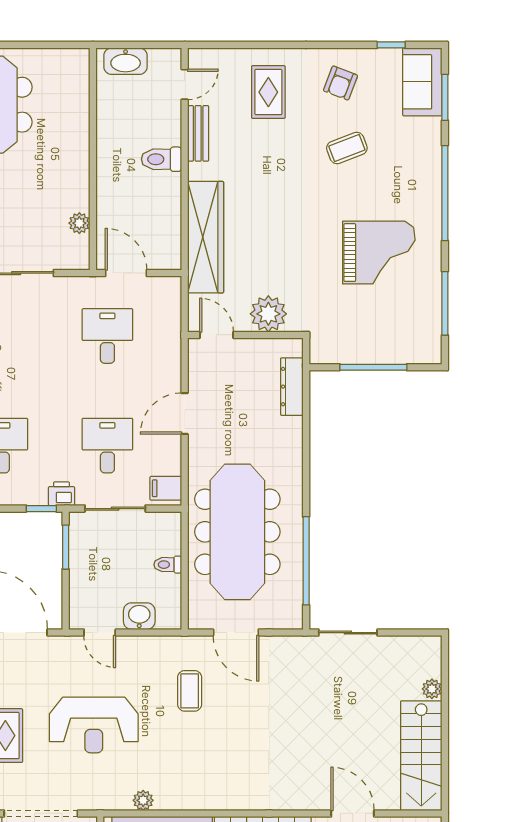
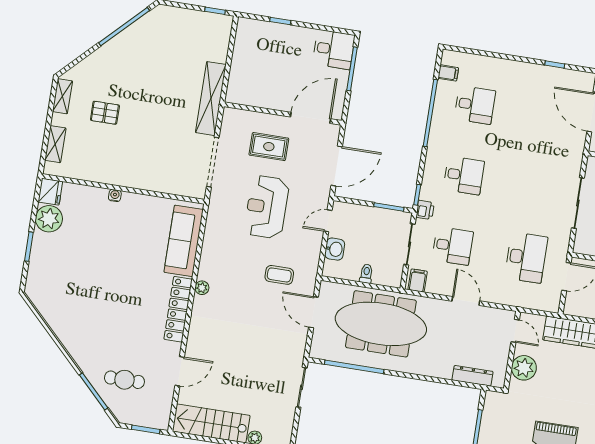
door: (217, 335) -> (515, 331), hinge flipped
desk: (107, 336) -> (526, 257), width x1.37
door: (236, 633) -> (313, 312), hinge flipped
plant: (143, 800) -> (202, 288), moved

